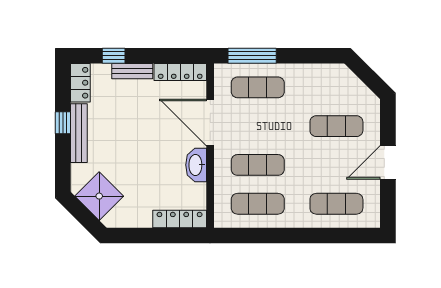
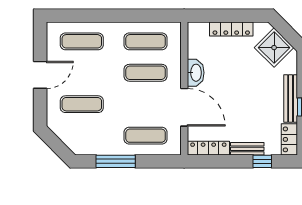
window: (252, 56) -> (116, 161), moved
locker: (180, 219) -> (231, 29), moved

